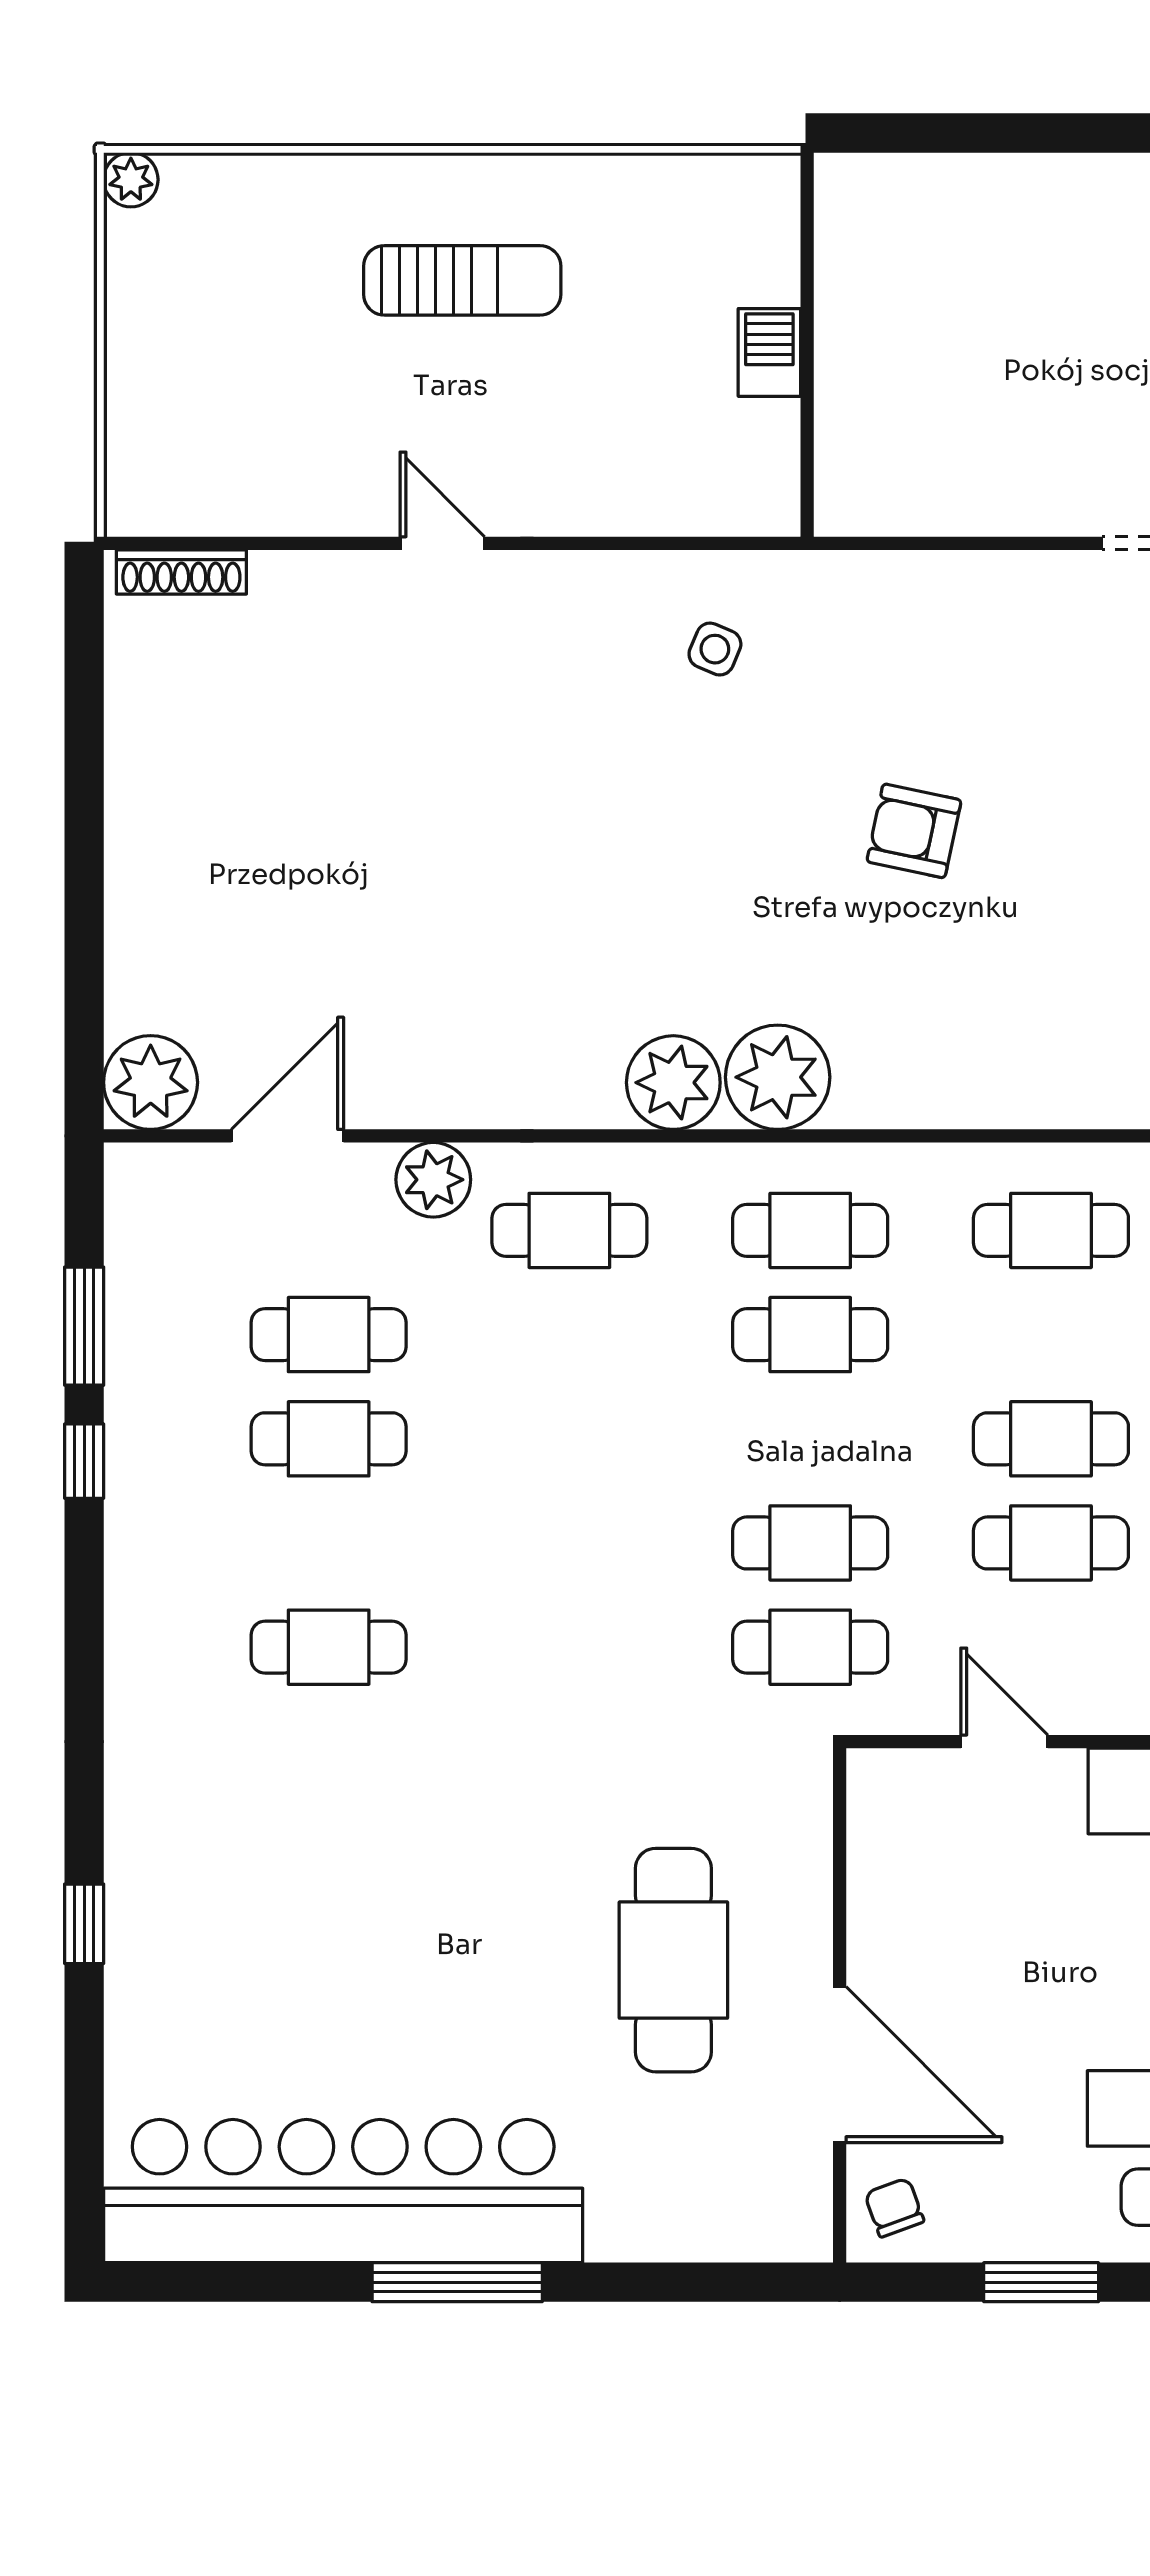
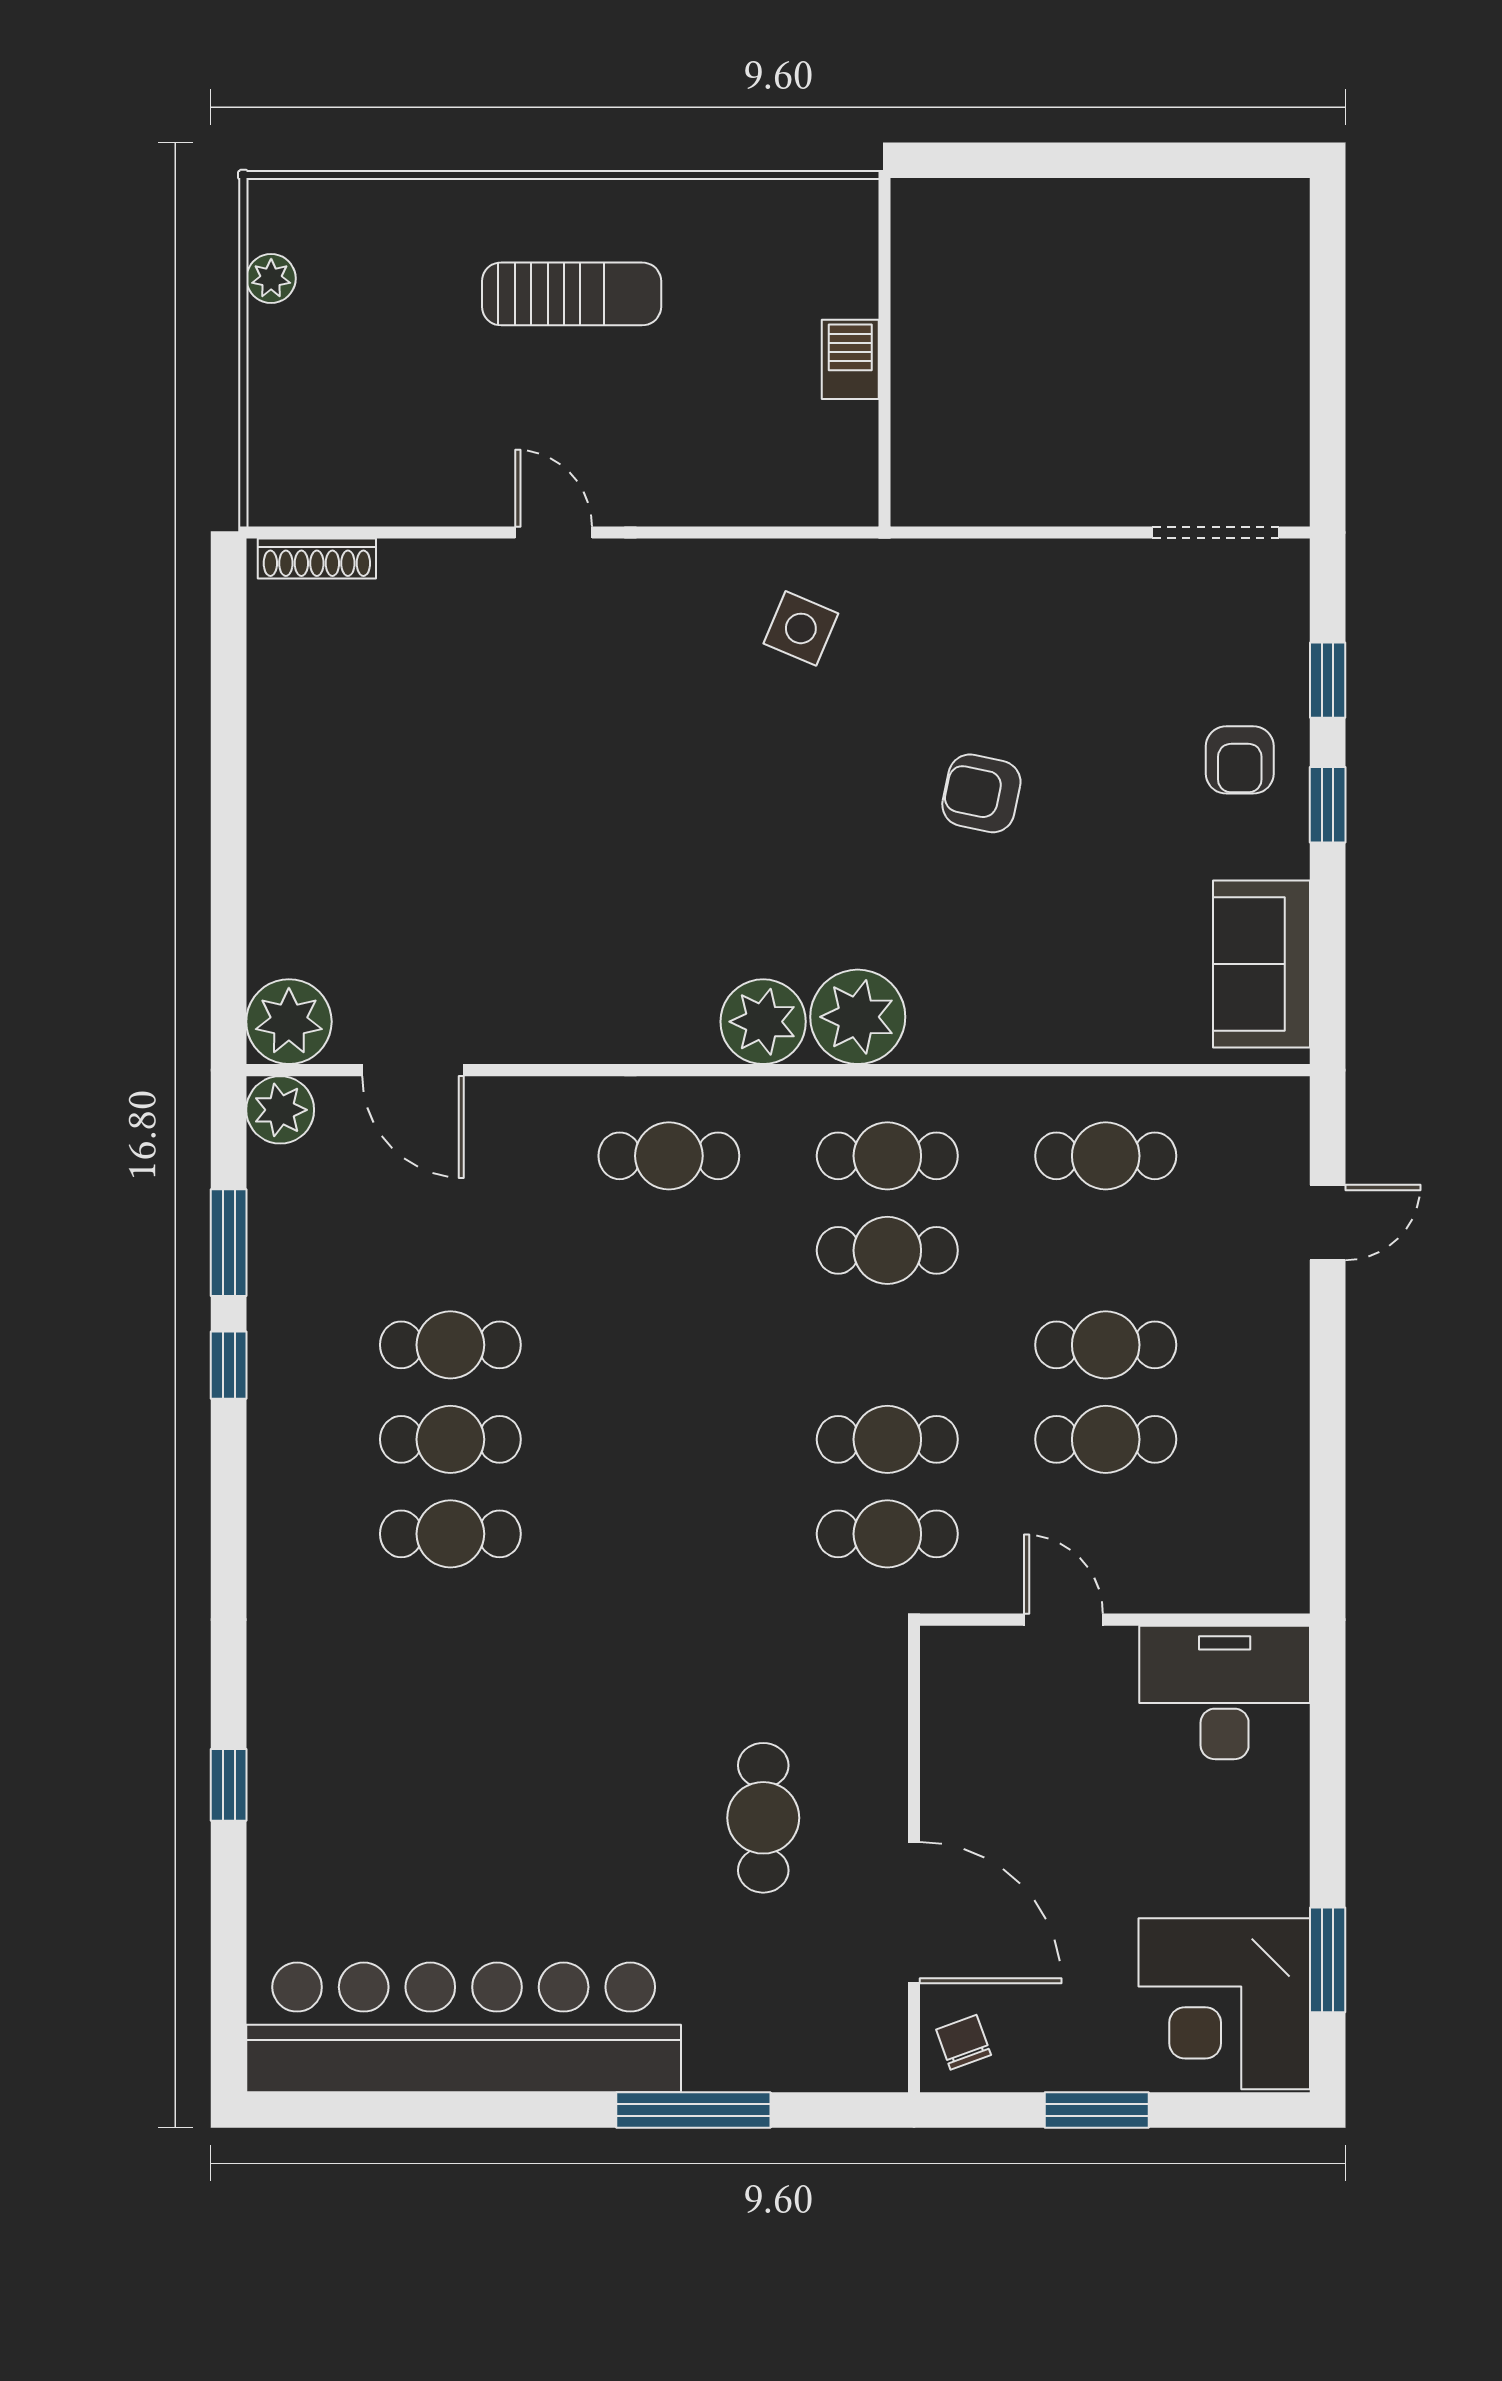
plant: (131, 180) -> (271, 278), moved
side table: (715, 649) -> (801, 628), width x1.37, depth x1.37
door: (287, 1136) -> (413, 1070), swing flipped
plant: (433, 1180) -> (280, 1110), moved
cafe table: (329, 1335) -> (450, 1439), moved
cafe table: (673, 1960) -> (763, 1818), width x0.73, depth x0.74
window: (457, 2282) -> (693, 2110), moved

